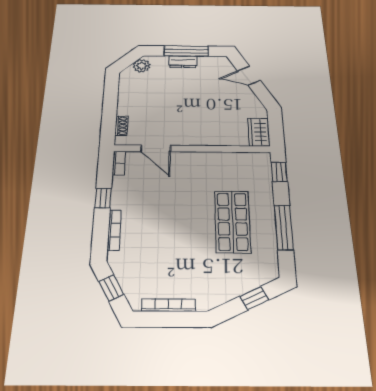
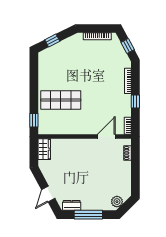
dresser: (183, 62) -> (72, 205), moved
door: (249, 76) -> (48, 194), swing flipped
door: (156, 148) -> (106, 136), hinge flipped
shop shelf: (232, 221) -> (61, 100), moved, turned 90
window: (284, 227) -> (34, 83), removed

